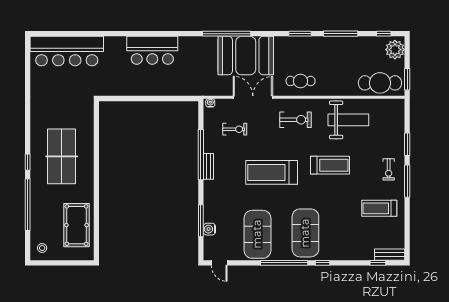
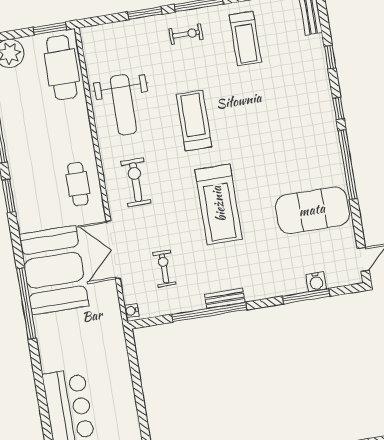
weight bench: (348, 120) -> (123, 105), turned 180
exercise mat: (305, 233) -> (299, 141), removed
window: (378, 263) -> (330, 57), moved

